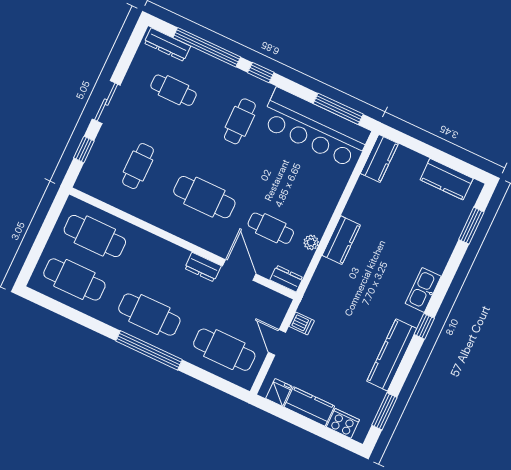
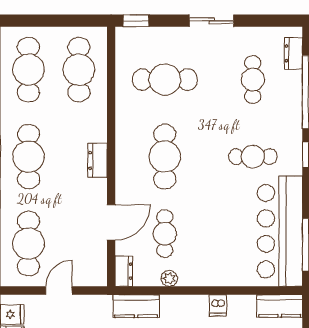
dresser: (167, 45) -> (293, 53), width x0.70
window: (84, 149) -> (136, 21), moved
cafe table: (138, 166) -> (165, 80), width x1.37, depth x1.35
kitchen counter: (341, 240) -> (136, 306), moved
dresser: (203, 267) -> (98, 160), moved
dishwasher: (302, 323) -> (218, 305), moved

